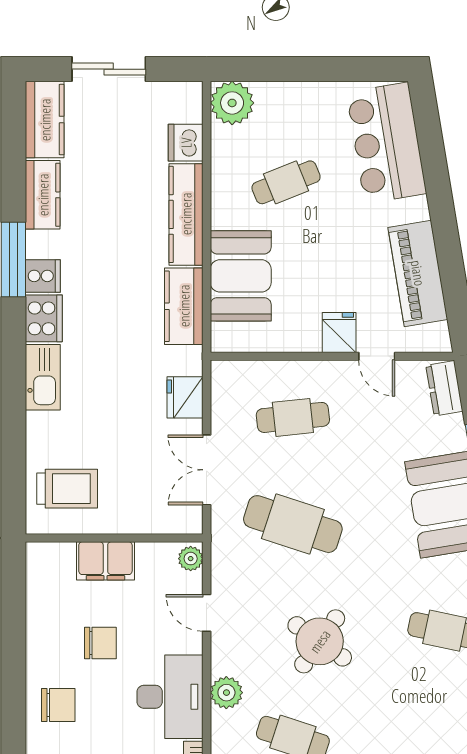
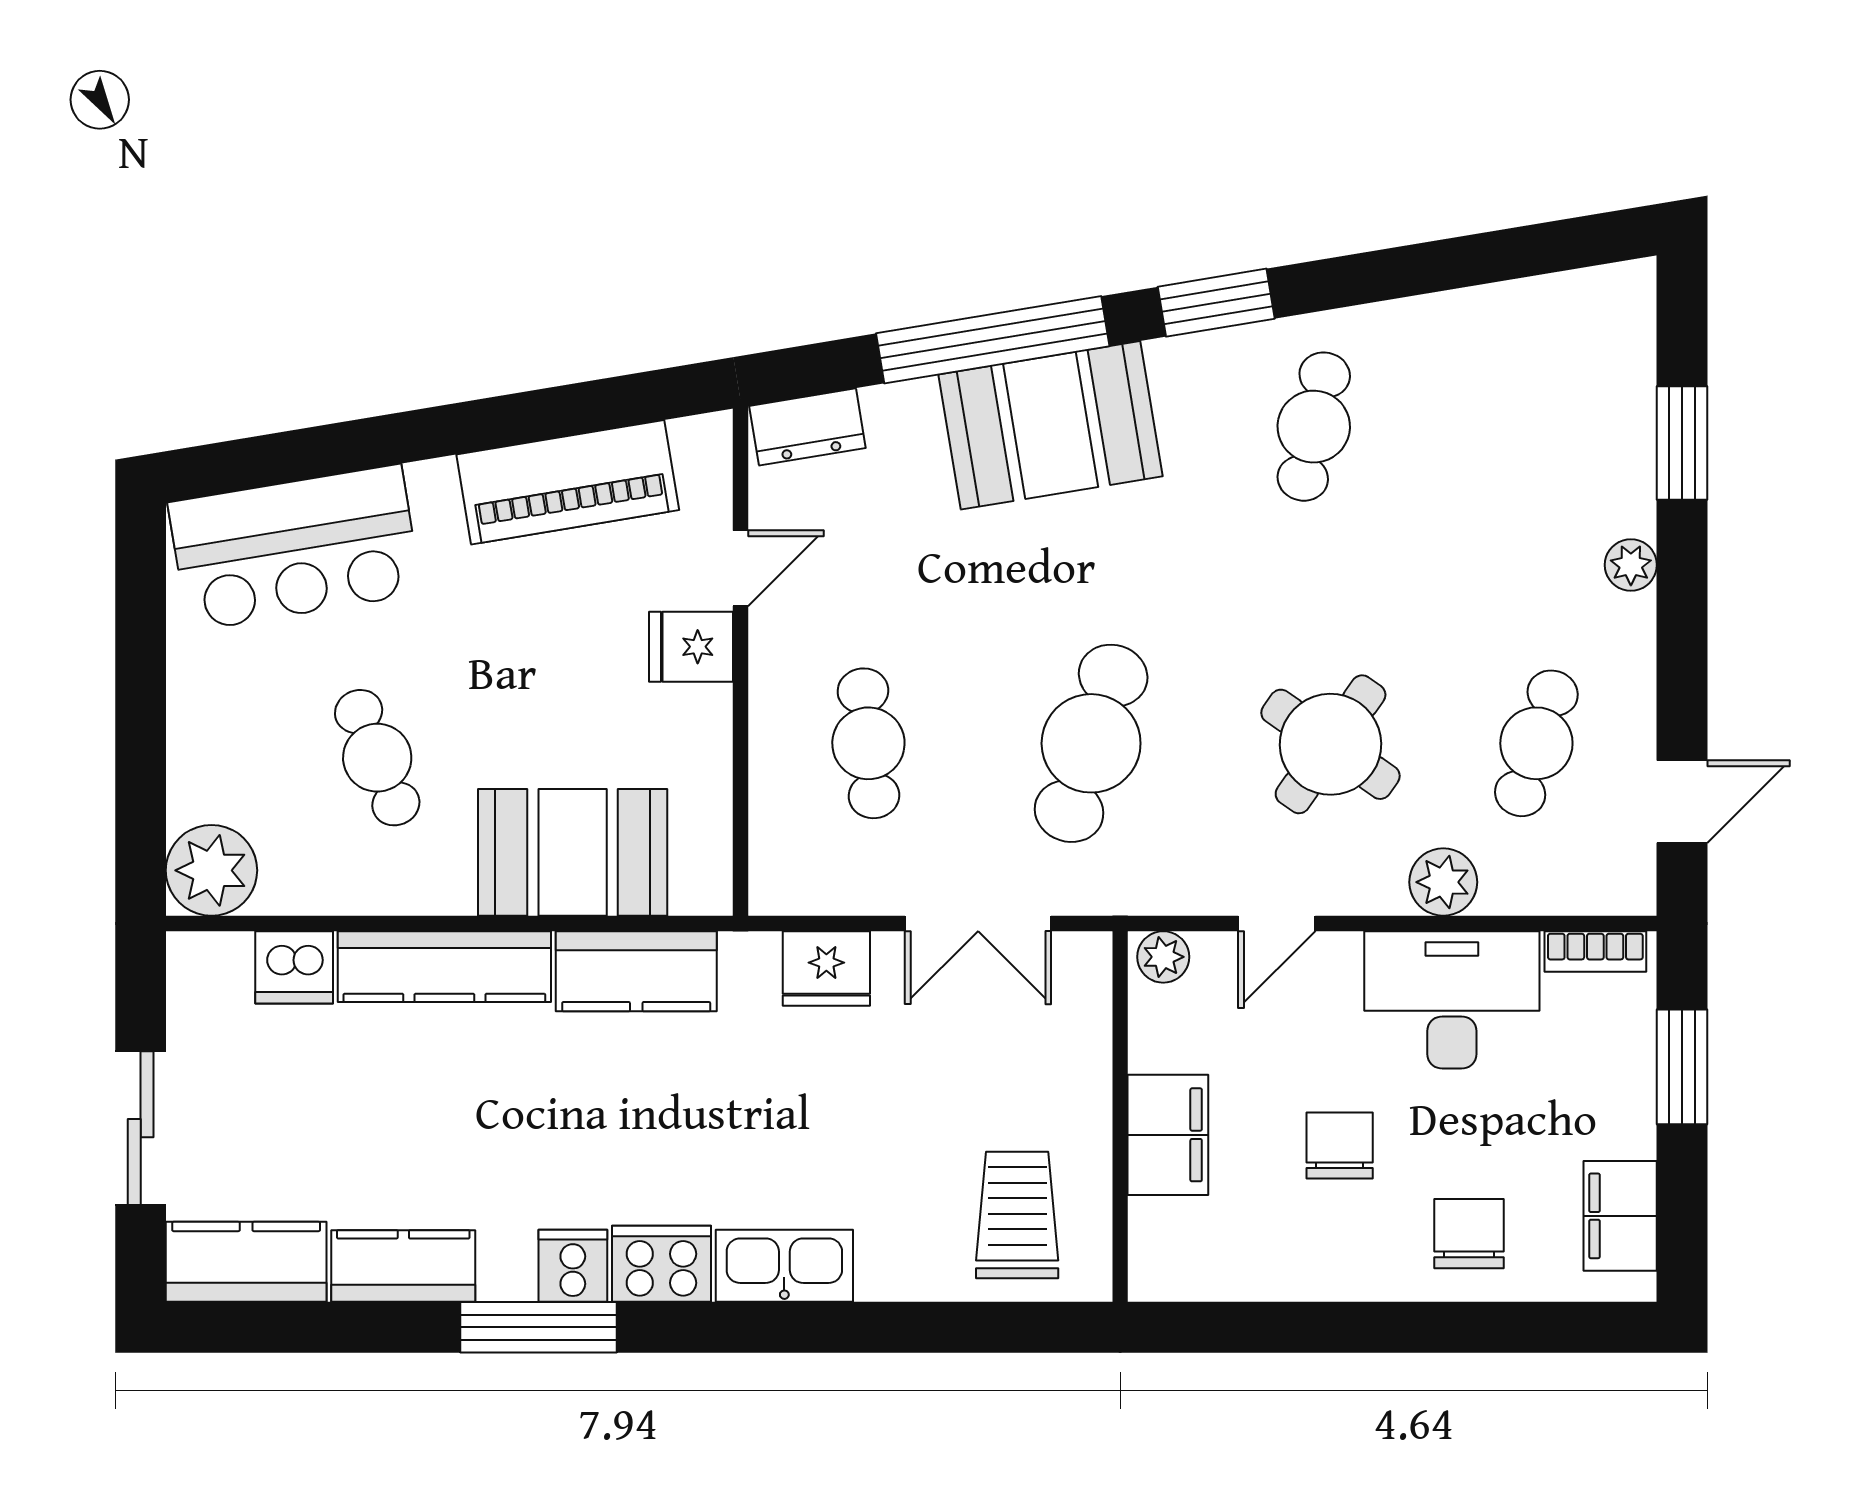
round table: (320, 641) -> (1331, 744), moved

